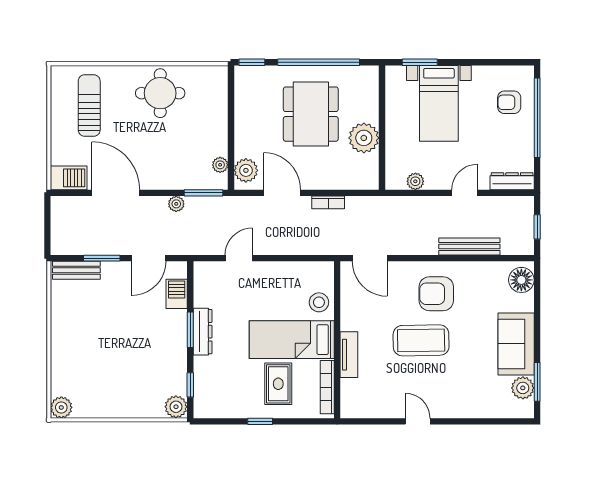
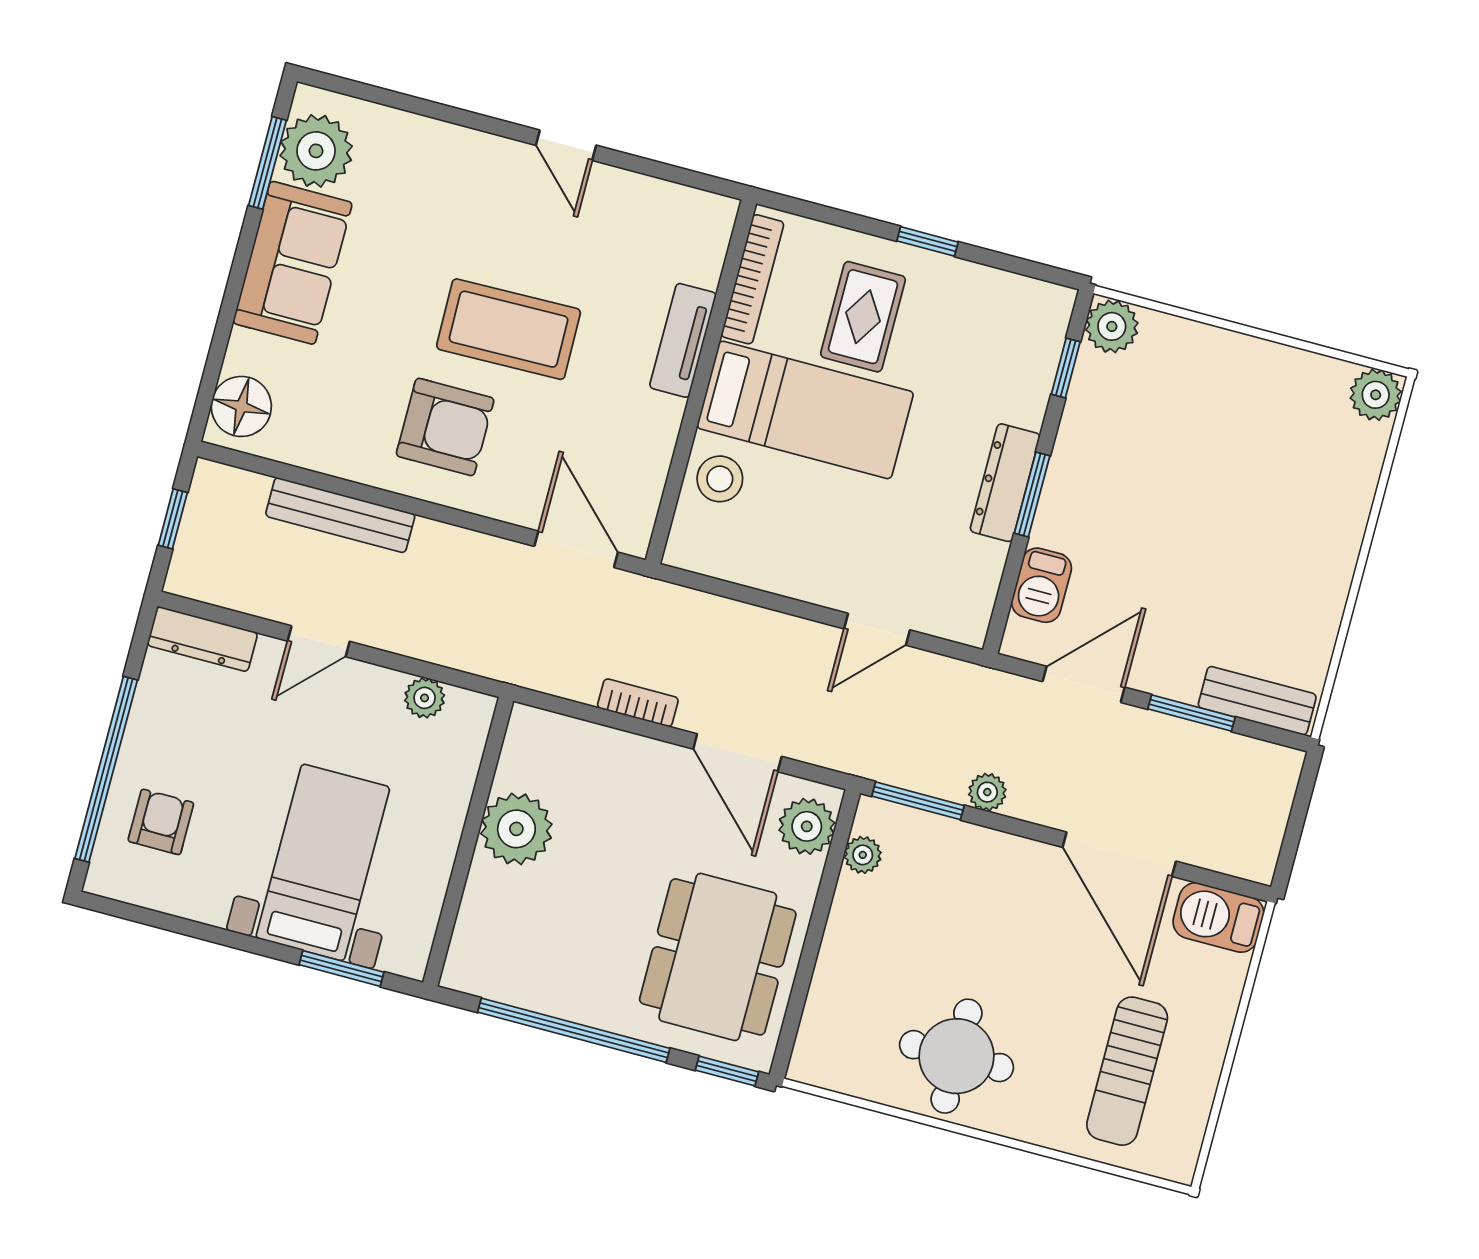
armchair: (509, 102) -> (161, 822), turned -90
dining table: (311, 114) -> (718, 957), moved
plant: (523, 388) -> (316, 151), width x1.36, depth x1.36

